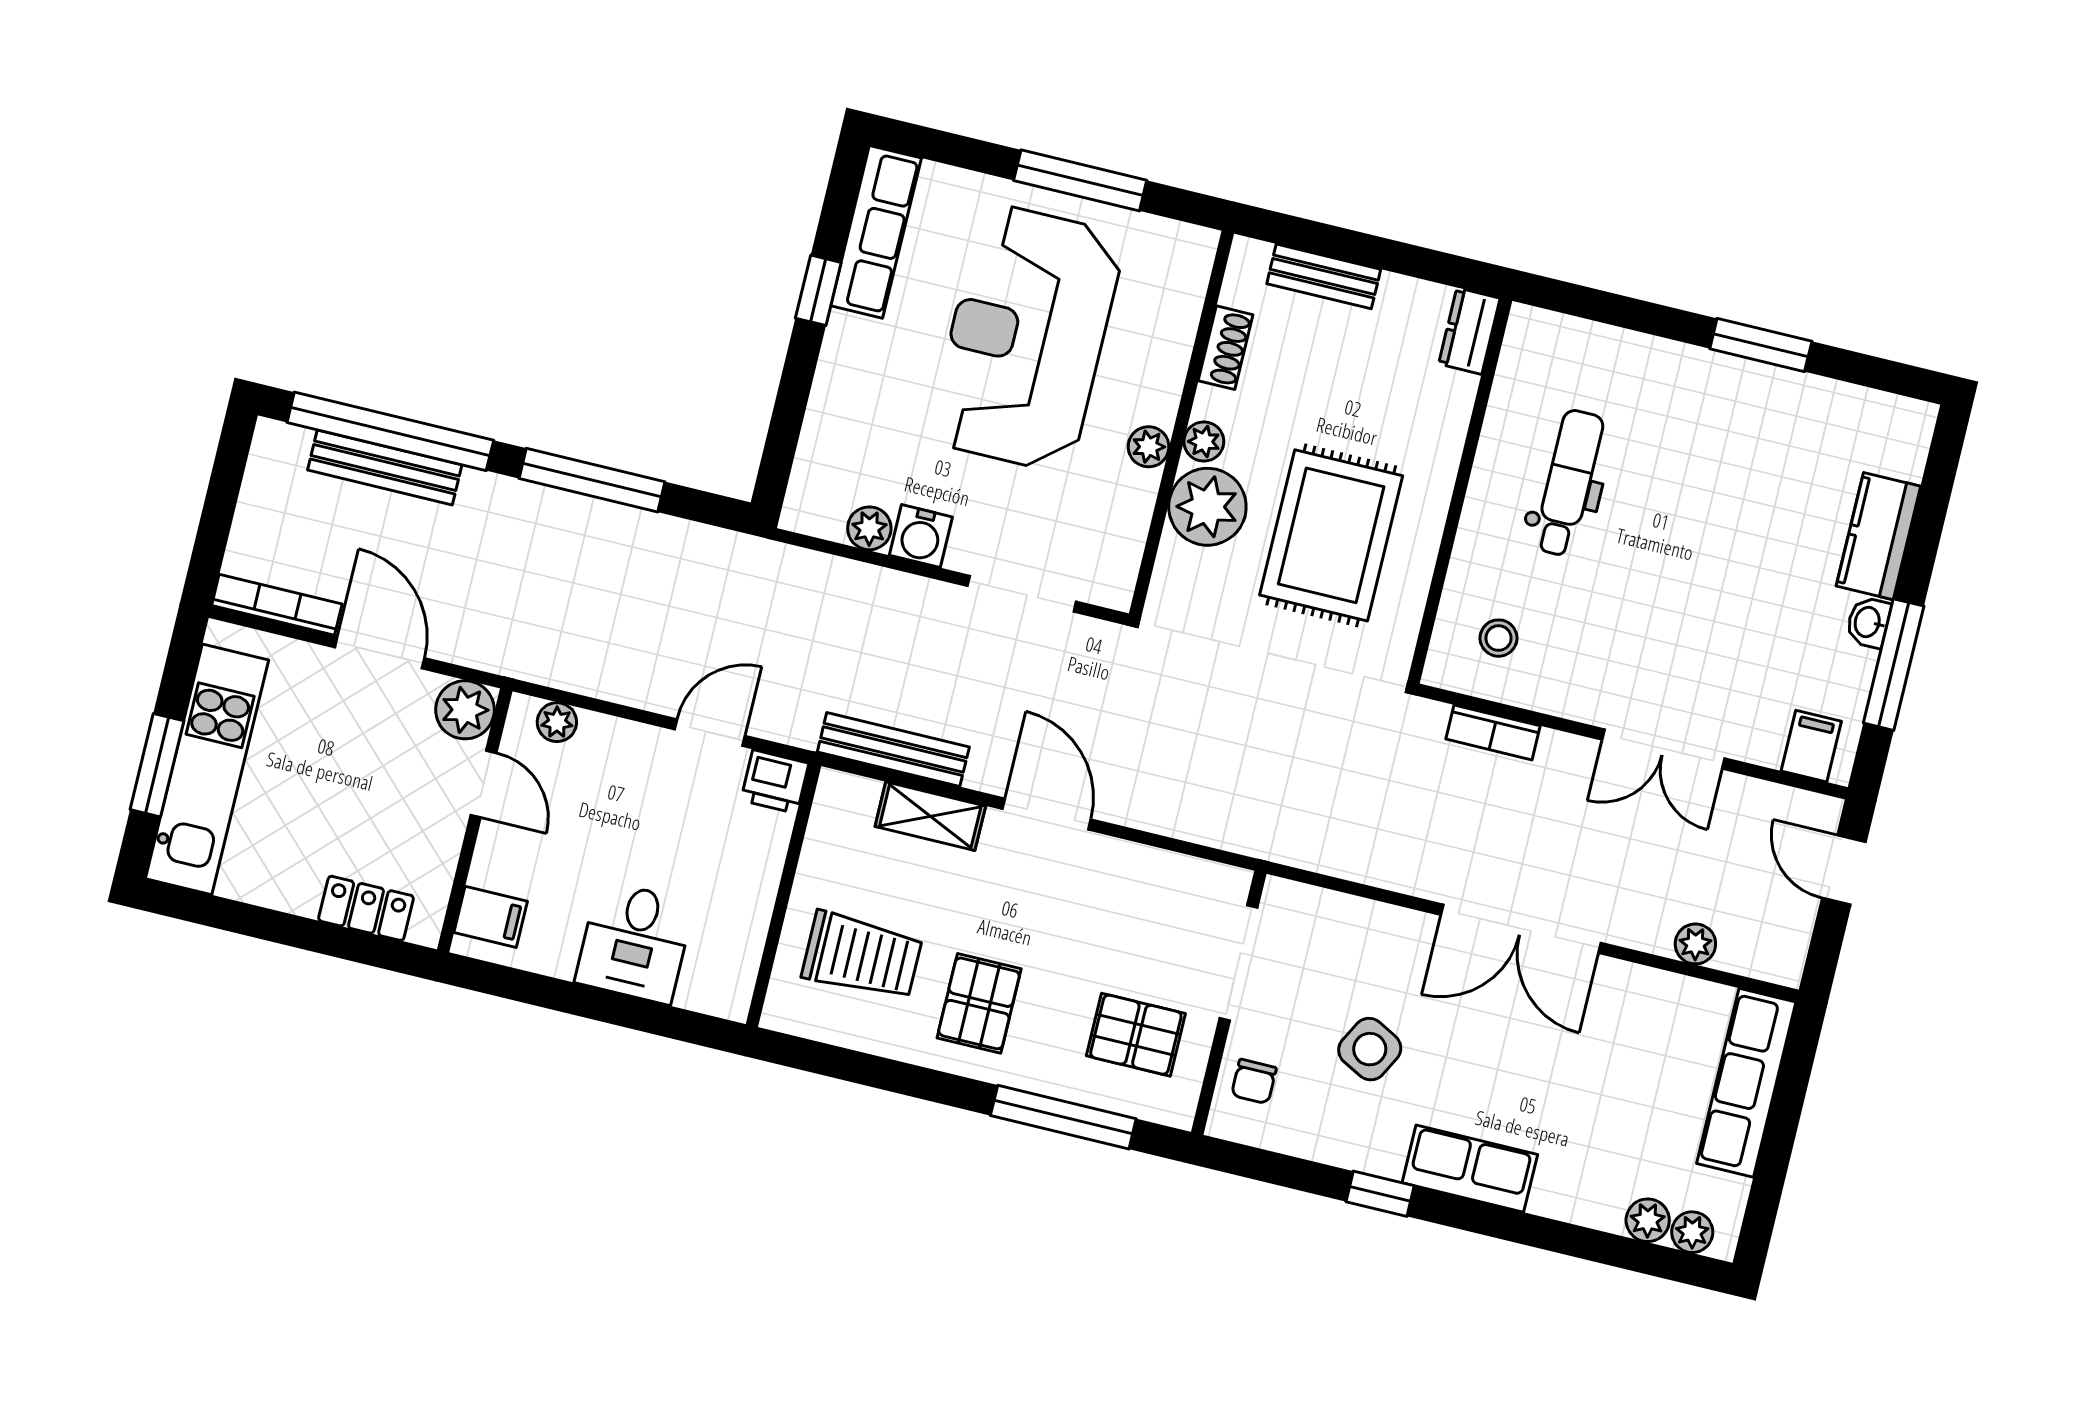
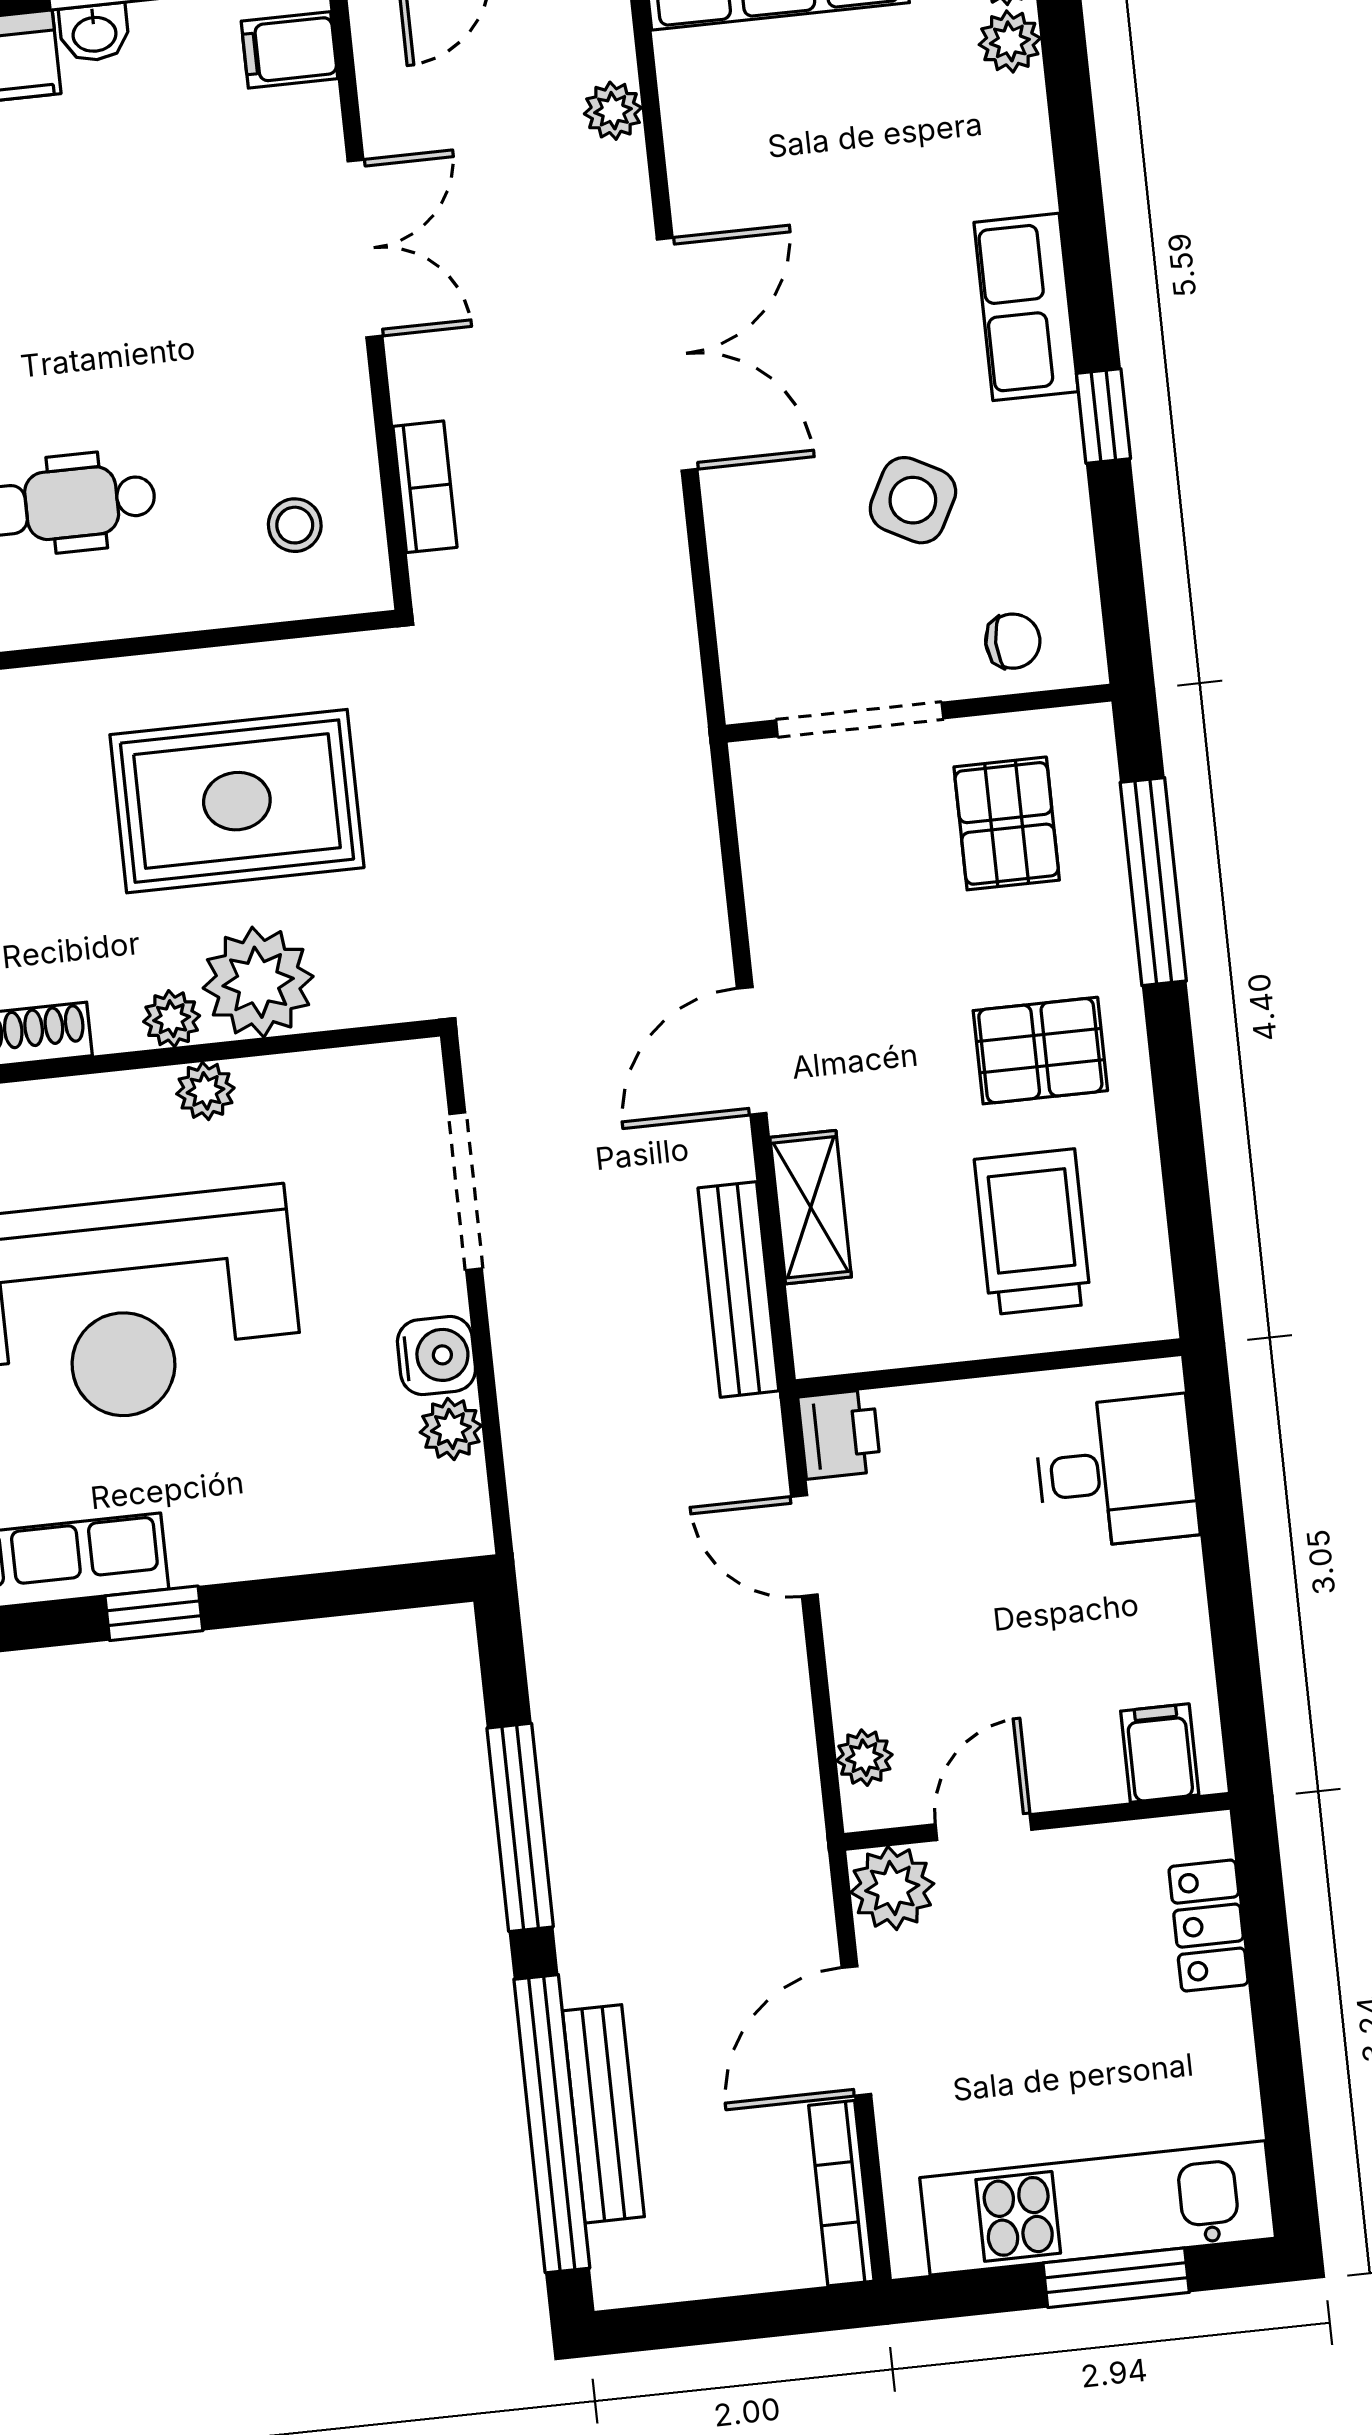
desk: (635, 942) -> (1116, 1472), moved

